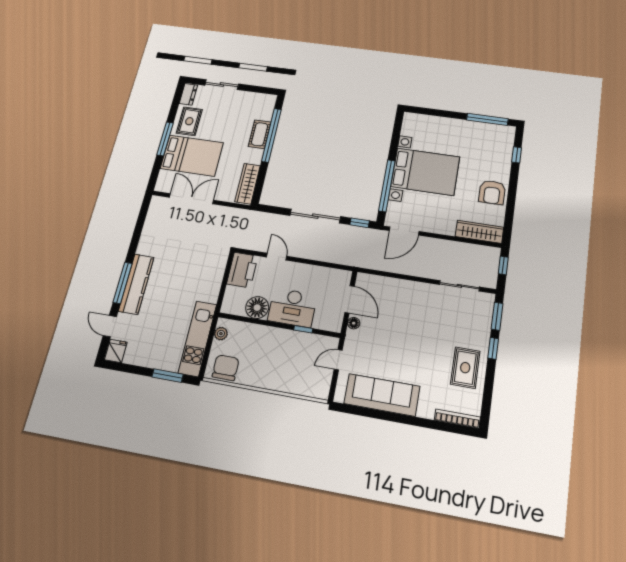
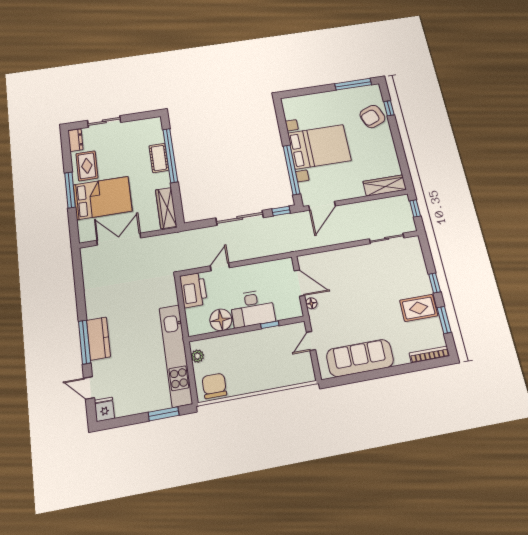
armchair: (492, 192) -> (372, 116), moved, turned 69
door: (277, 257) -> (220, 267), hinge flipped
kitchen counter: (136, 284) -> (98, 339), width x0.67
window: (497, 316) -> (444, 320), moved
kitchen unit: (197, 338) -> (176, 355), width x1.36
rug: (465, 368) -> (419, 308), turned 90

